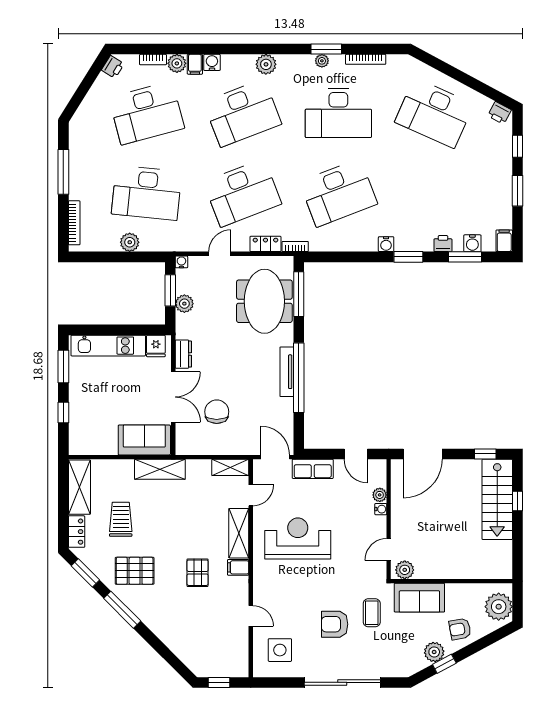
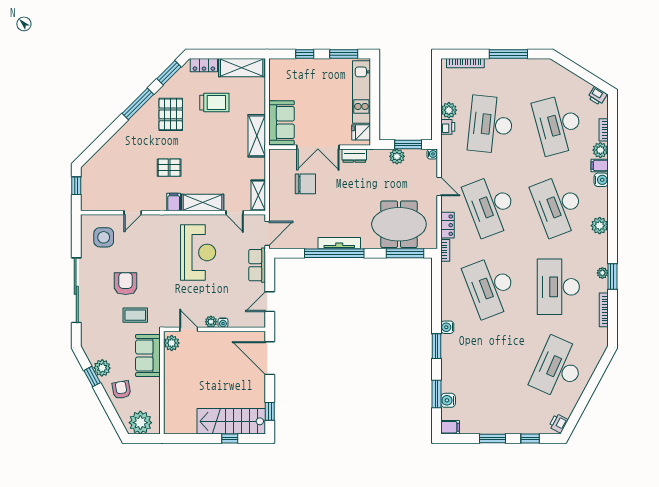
printer: (443, 244) -> (448, 127), moved
plant: (380, 495) -> (211, 322), moved

